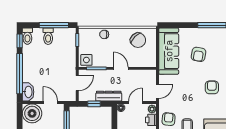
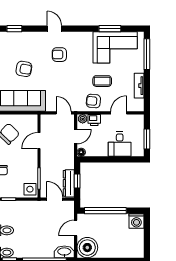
door: (121, 68) -> (39, 141), moved
dresser: (109, 96) -> (69, 183), moved
door: (135, 103) -> (76, 137), swing flipped

